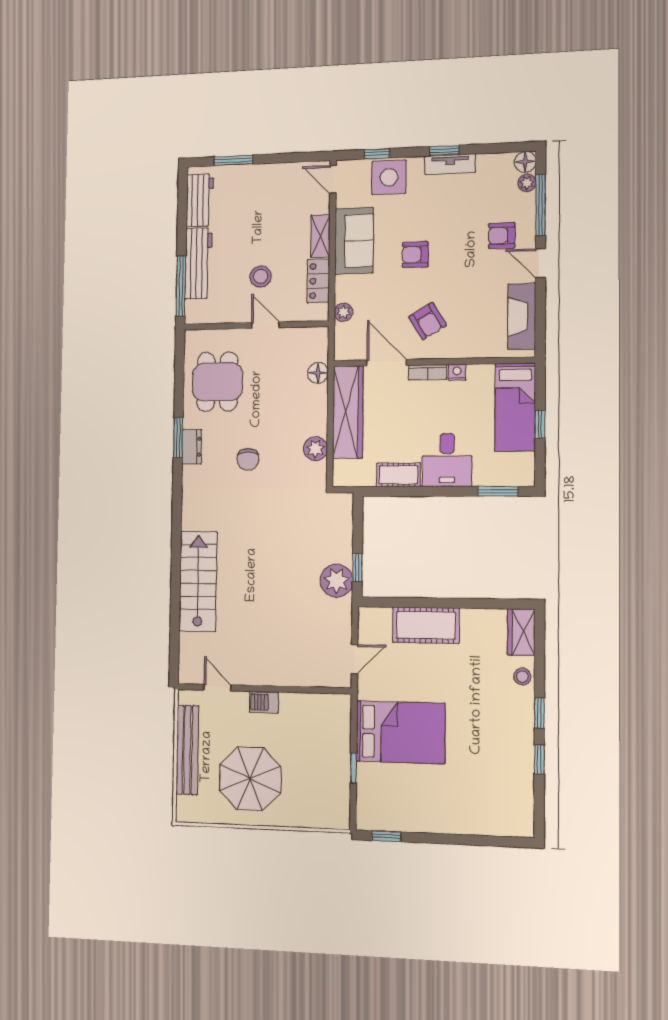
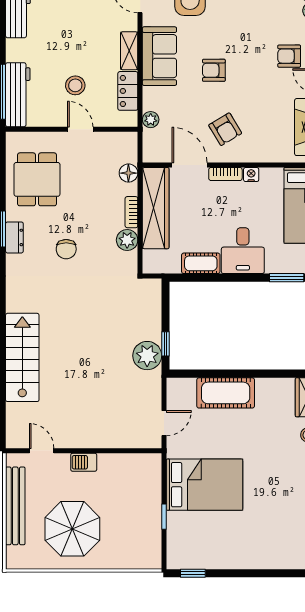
workbench: (199, 263) -> (18, 95), moved
bookcase: (321, 417) -> (131, 212), added

